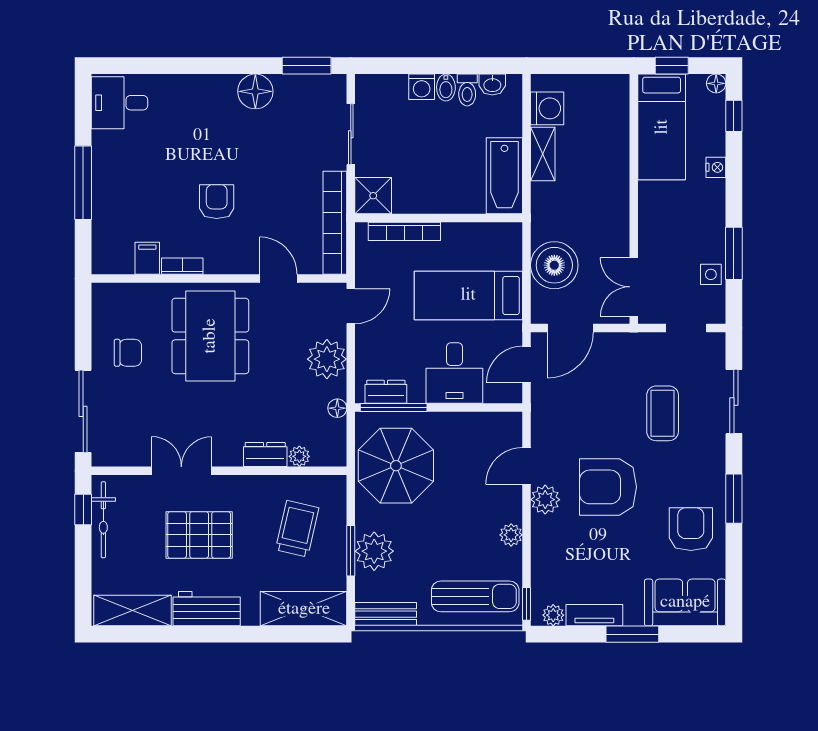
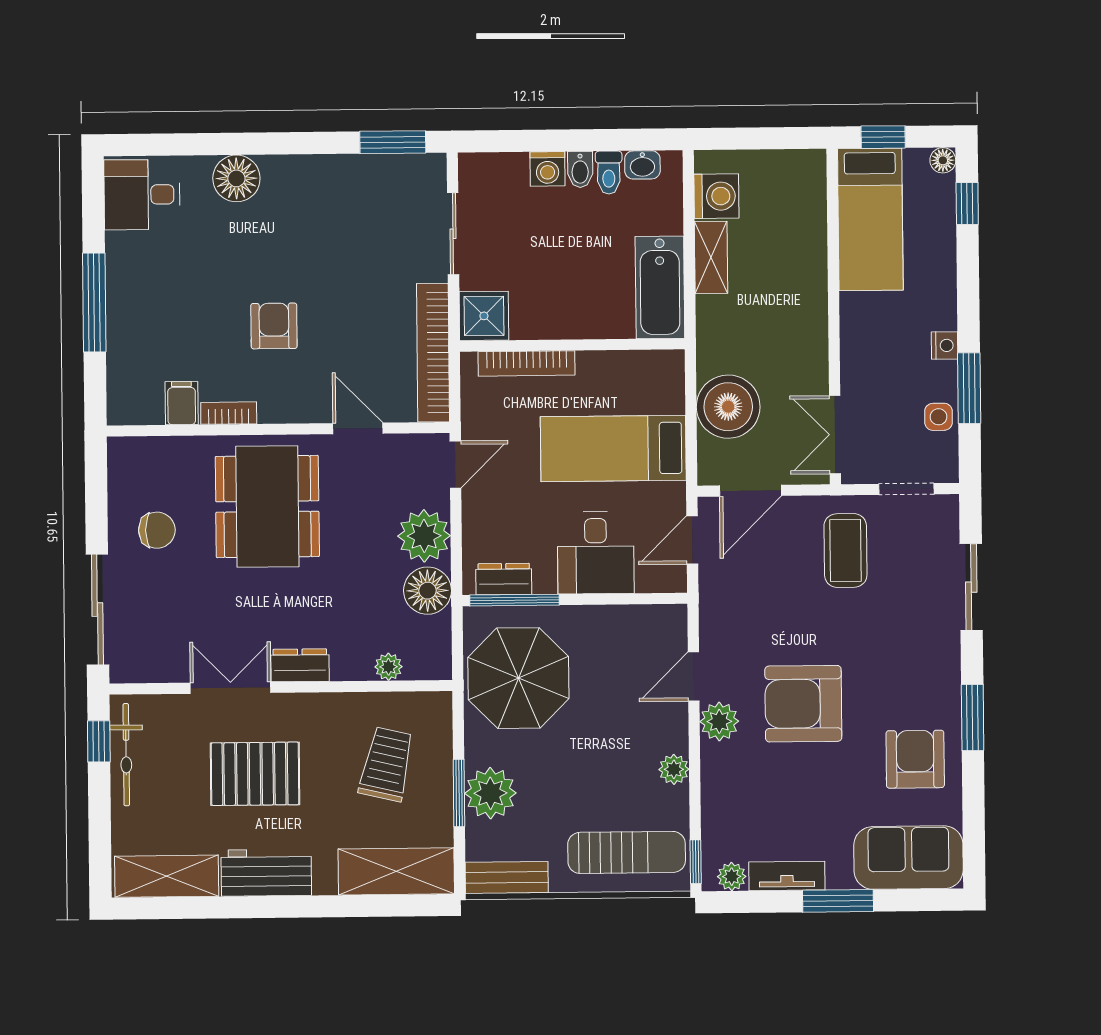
floor lamp: (255, 91) -> (236, 178), moved
nightstand: (716, 167) -> (945, 345), moved
floor lamp: (337, 408) -> (427, 591), width x1.89, depth x1.89
coffee table: (663, 413) -> (845, 550), moved
dresser: (265, 454) -> (300, 665), moved

